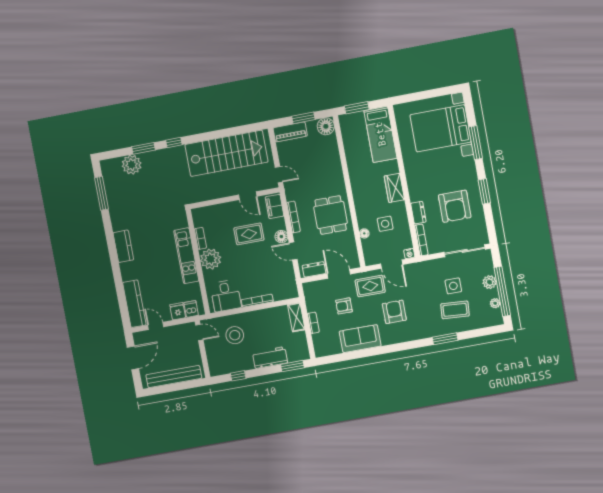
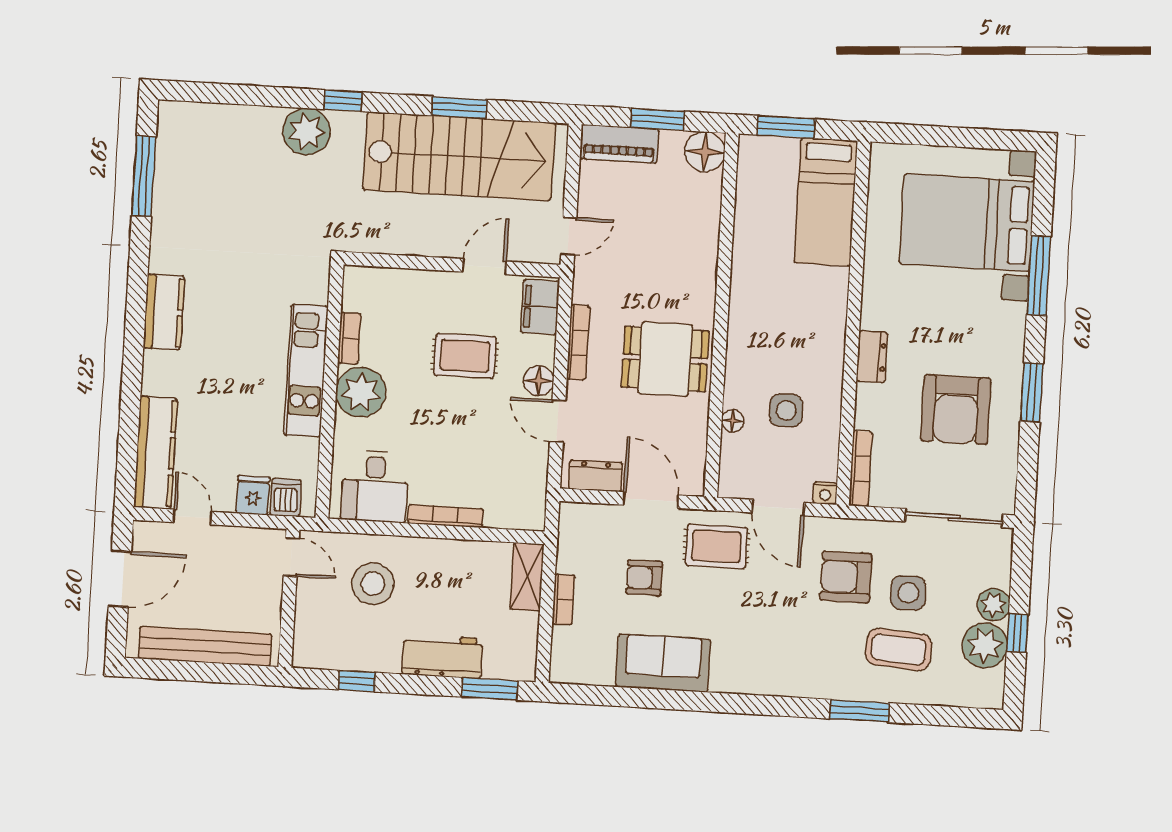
window: (144, 148) -> (459, 108), moved
plant: (132, 165) -> (307, 132), moved
door: (279, 175) -> (569, 236), hinge flipped
wardrobe: (394, 188) -> (828, 333), removed
door: (248, 196) -> (484, 267), swing flipped
dresser: (418, 213) -> (872, 357), moved
dining table: (331, 215) -> (665, 359), turned 90
window: (502, 291) -> (1018, 633), width x0.32
plant: (495, 303) -> (985, 645), width x1.88, depth x1.88
armchair: (394, 312) -> (846, 577), moved, turned -90

